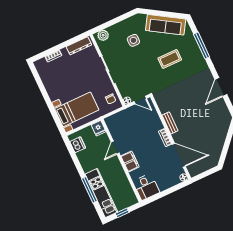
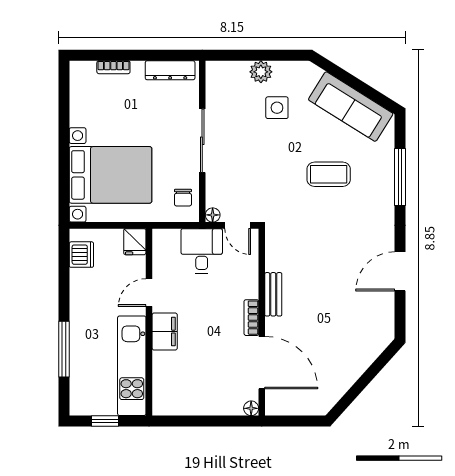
plant: (103, 35) -> (261, 72), moved
bed with nightstands: (77, 109) -> (110, 175), width x1.36
desk: (146, 187) -> (202, 251), moved, turned 180
kitchen unit: (101, 193) -> (132, 366), moved, turned 180

